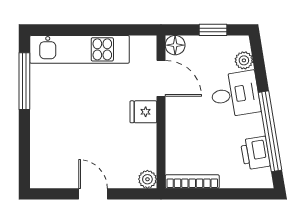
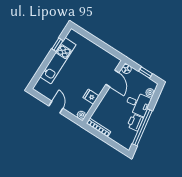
kitchen unit: (79, 49) -> (58, 61), moved, turned -90
window: (24, 81) -> (57, 45), width x0.46
fridge: (143, 112) -> (91, 97), moved
printer: (255, 153) -> (135, 122), moved

